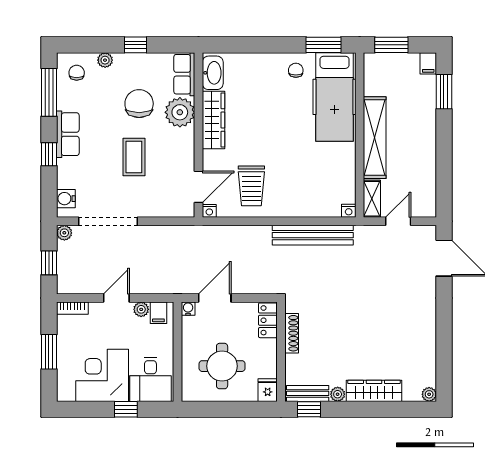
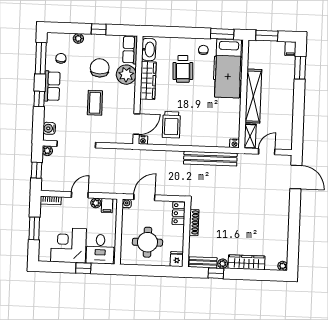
chair: (77, 73) -> (61, 58), moved
wheelchair: (266, 100) -> (183, 69), added
window: (309, 409) -> (216, 273), moved

